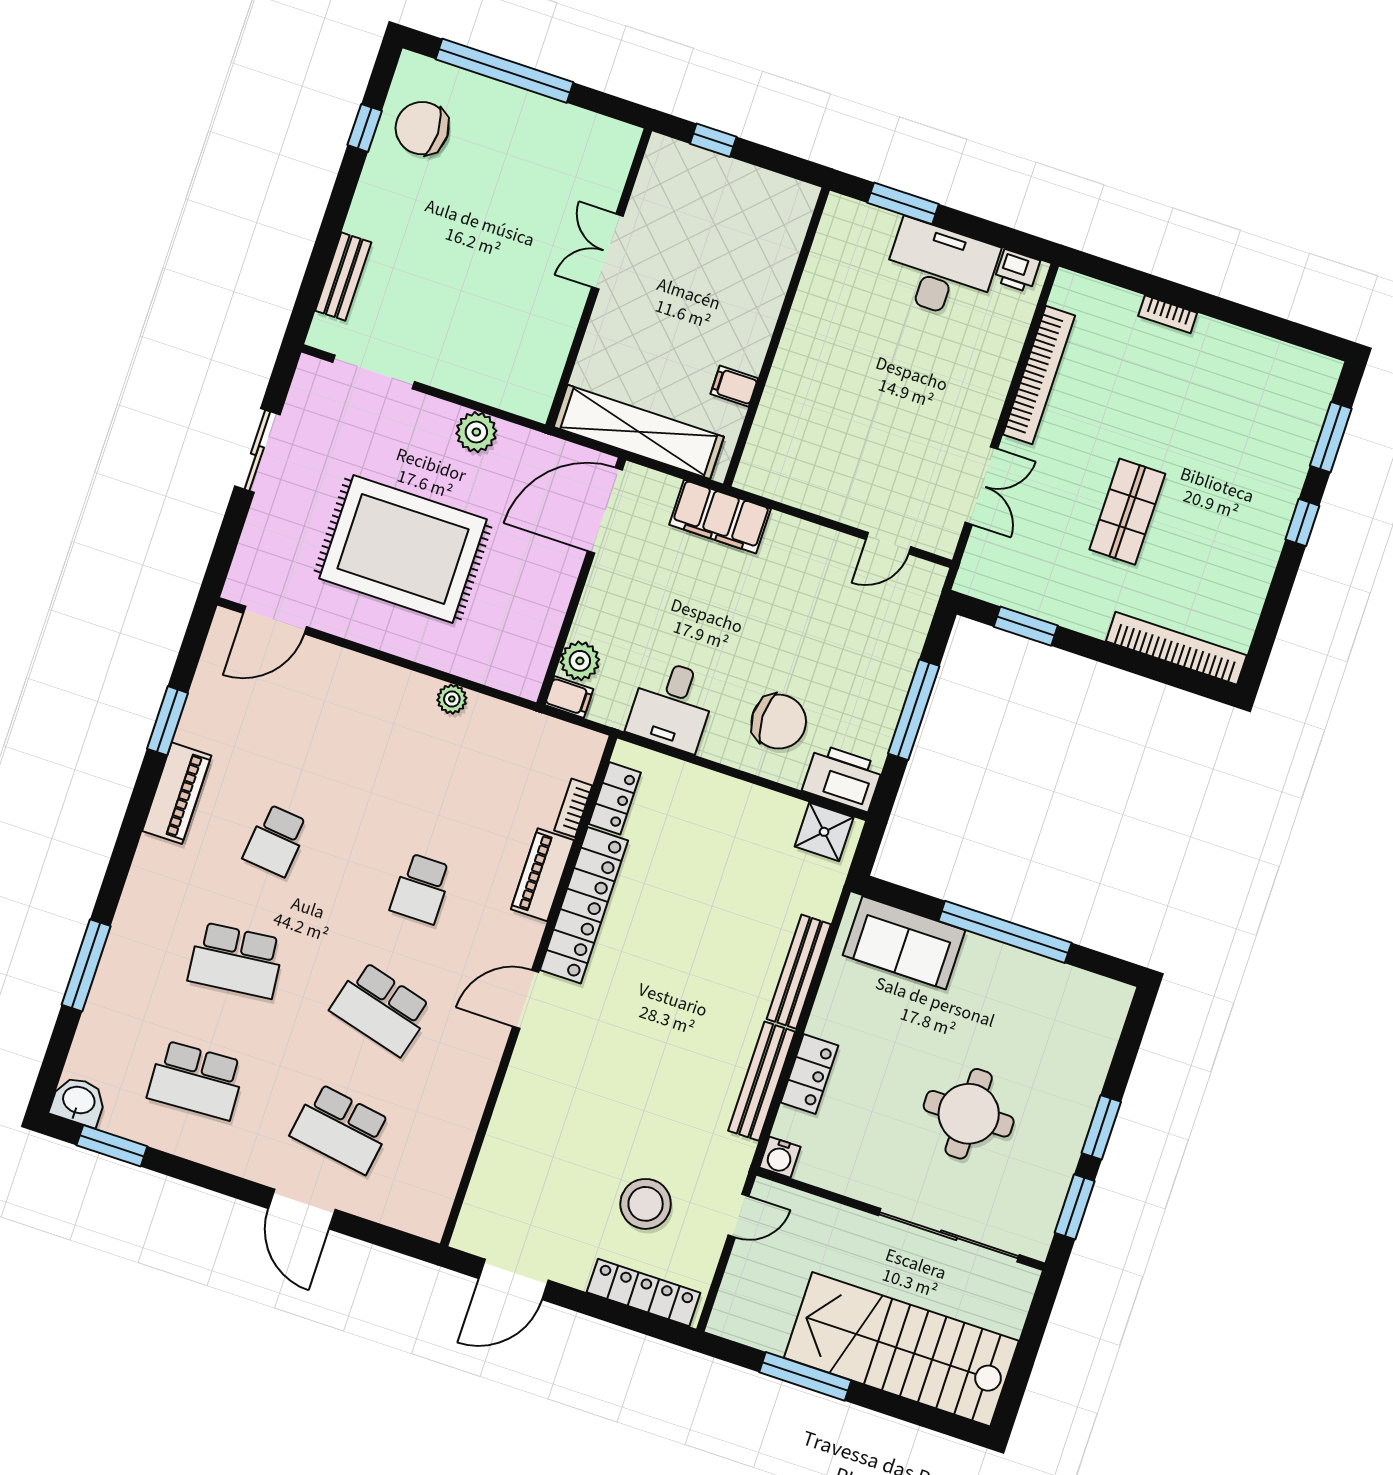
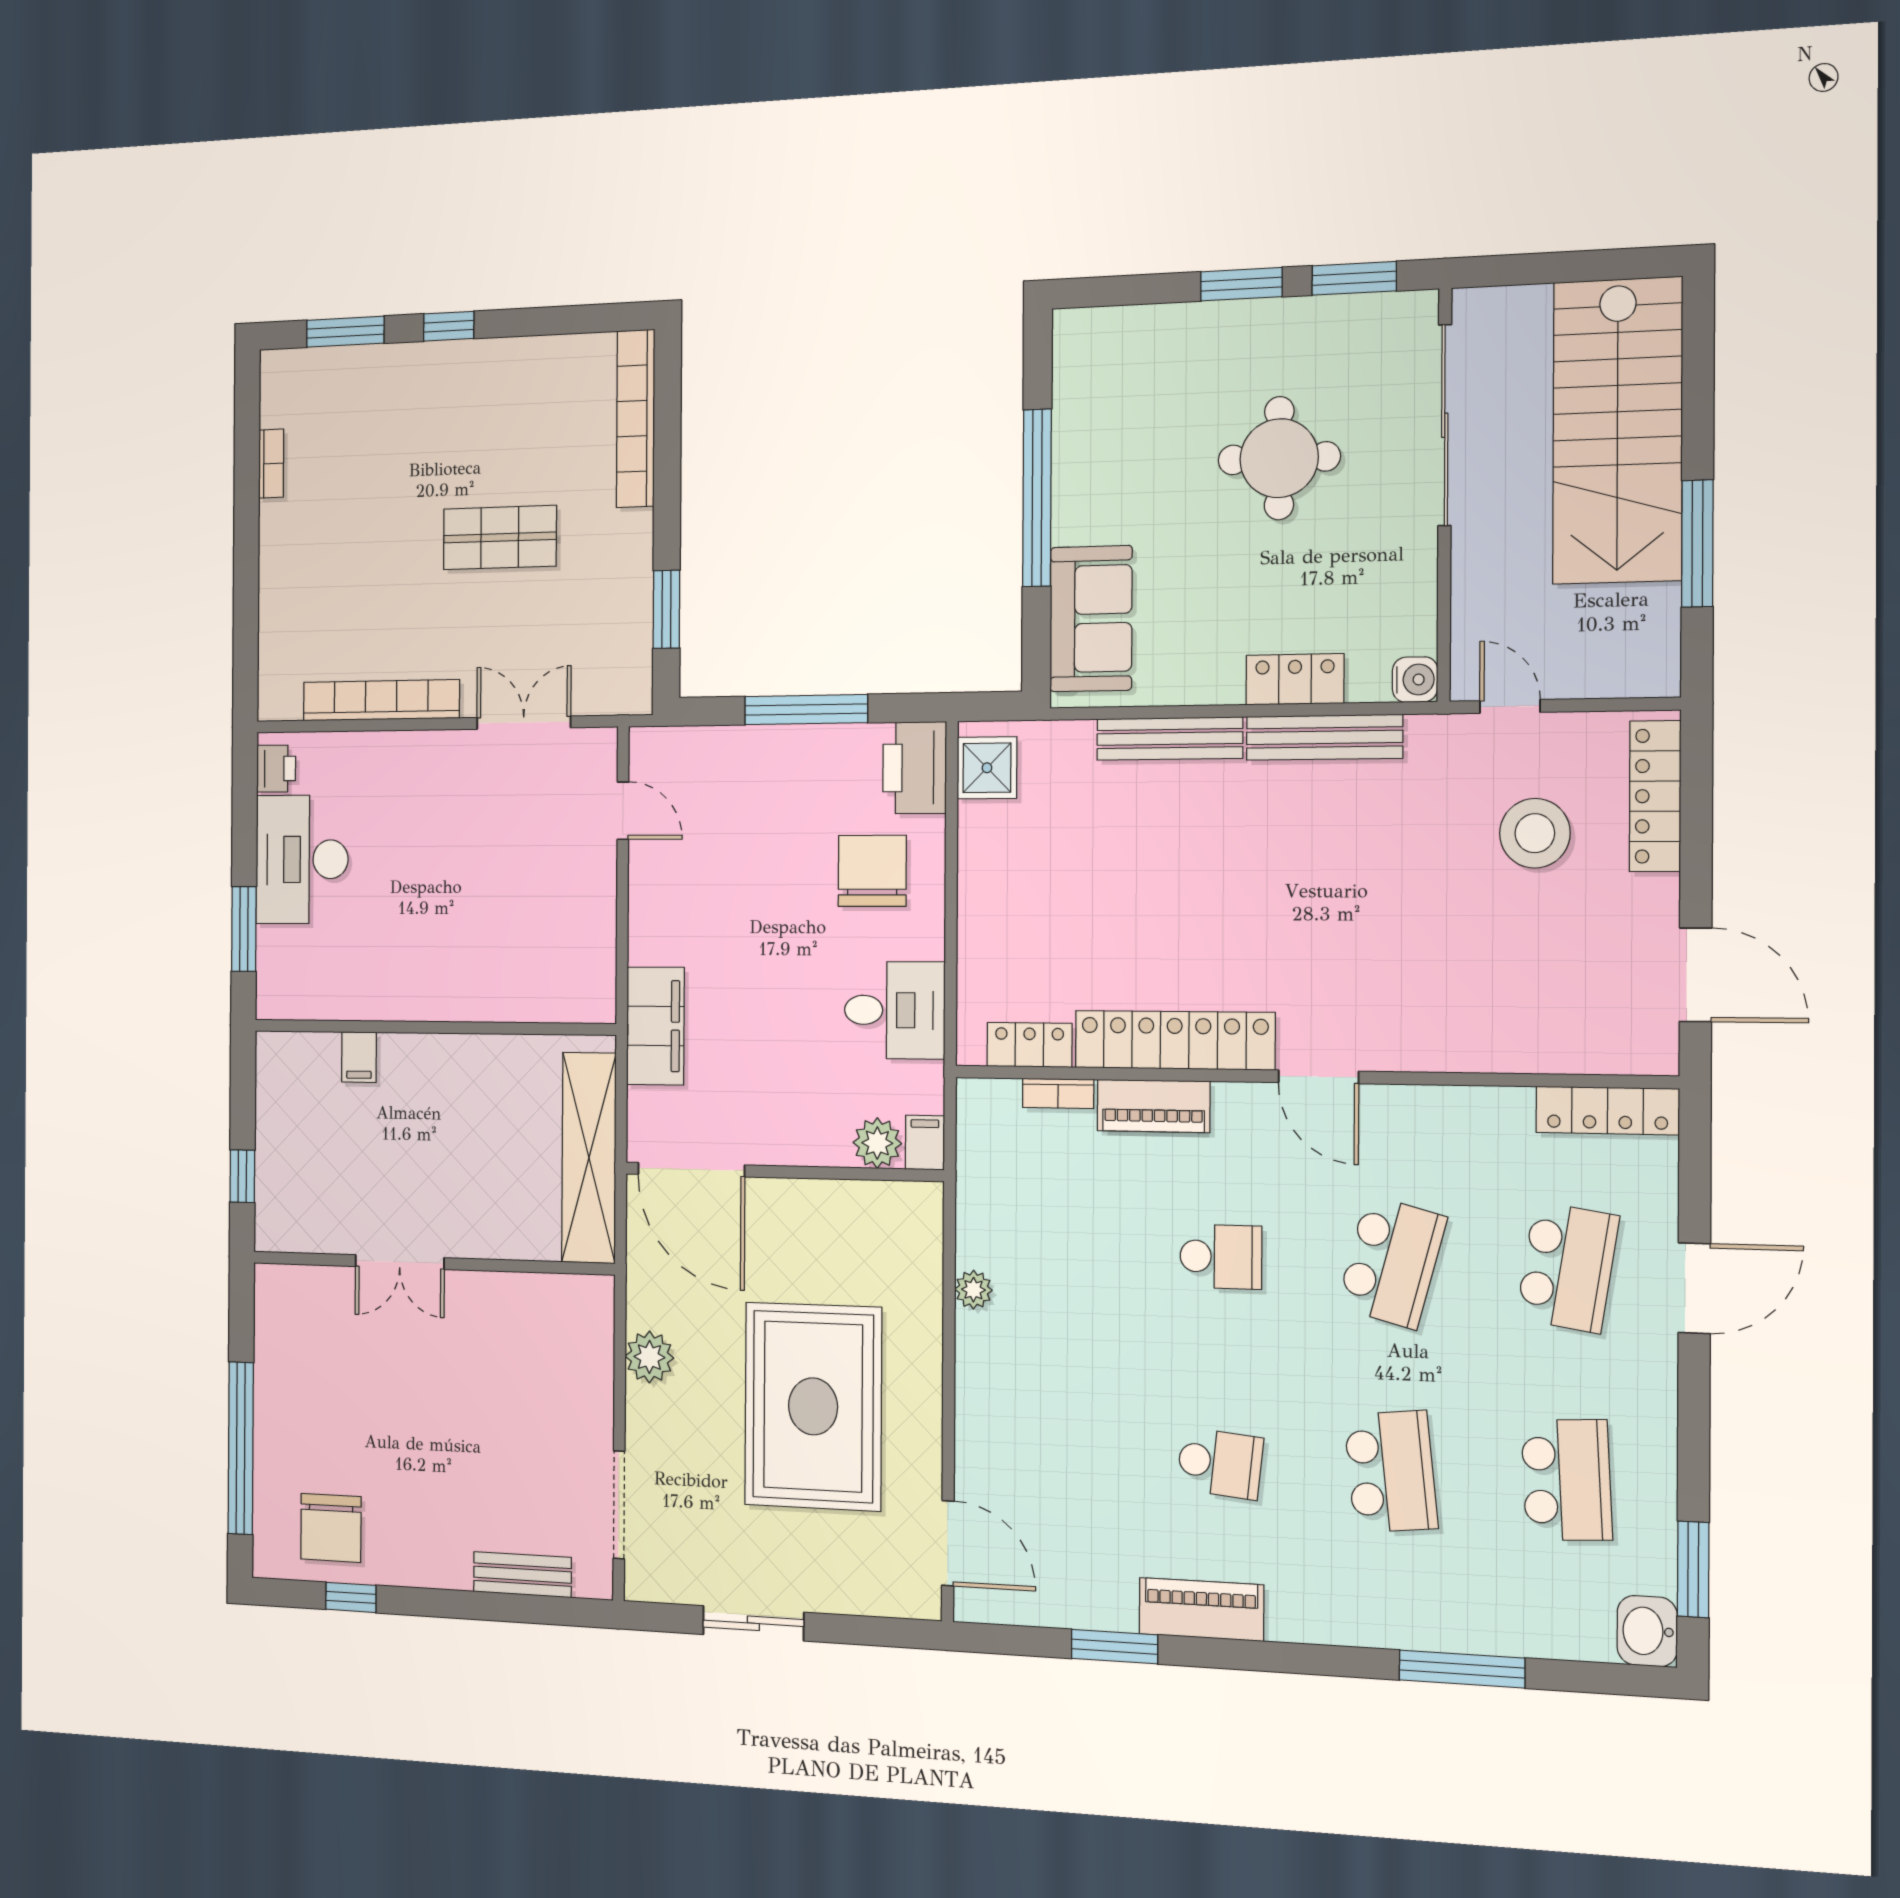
bookcase: (1168, 314) -> (271, 464), moved
filing cabinet: (734, 386) -> (359, 1057), moved
locker: (440, 1190) -> (1607, 1111), added

